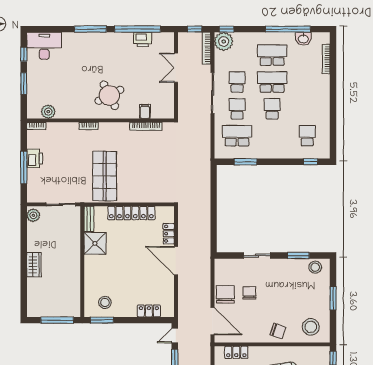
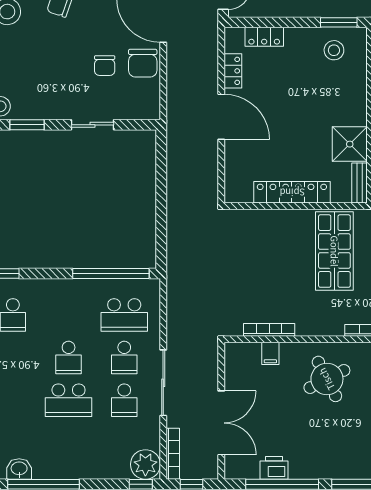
school desk: (272, 55) -> (69, 443), removed
double door: (176, 68) -> (221, 423), width x1.37
window: (245, 162) -> (111, 274), width x2.11
locker: (169, 234) -> (233, 71), moved

